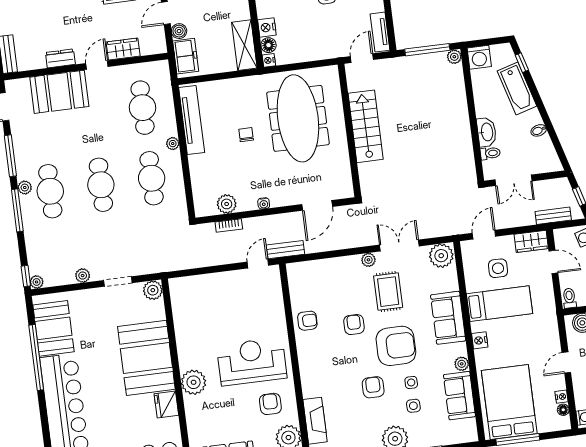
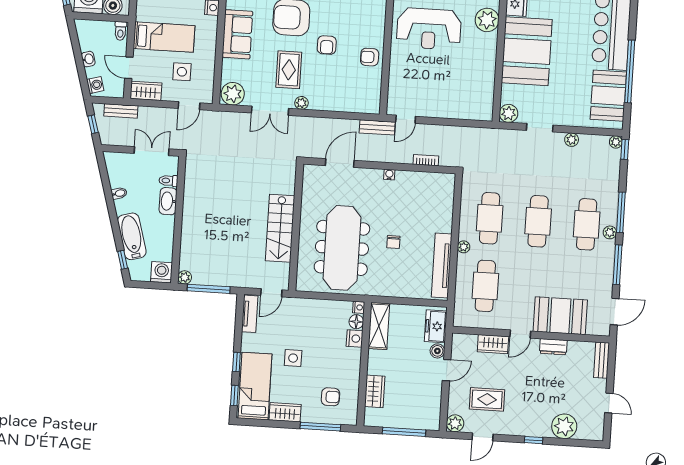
plant: (227, 204) -> (424, 181), removed
bed: (500, 304) -> (164, 37), moved, turned 180

